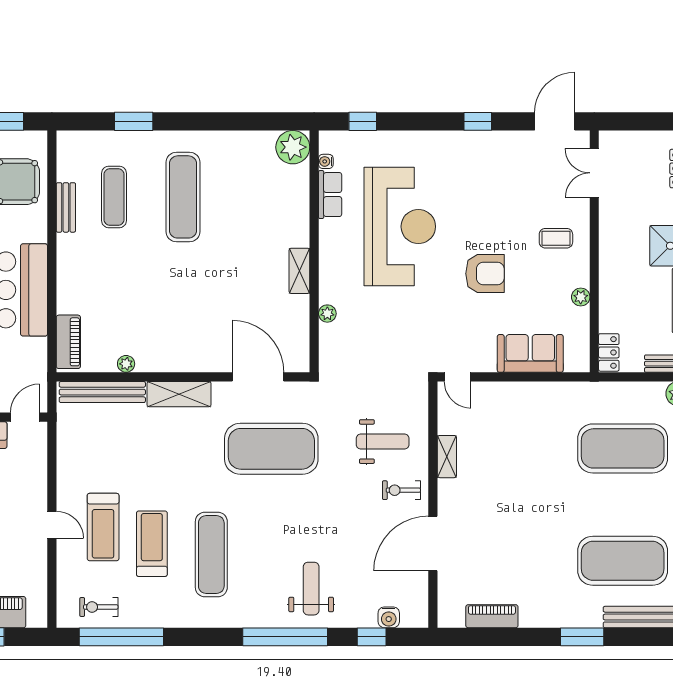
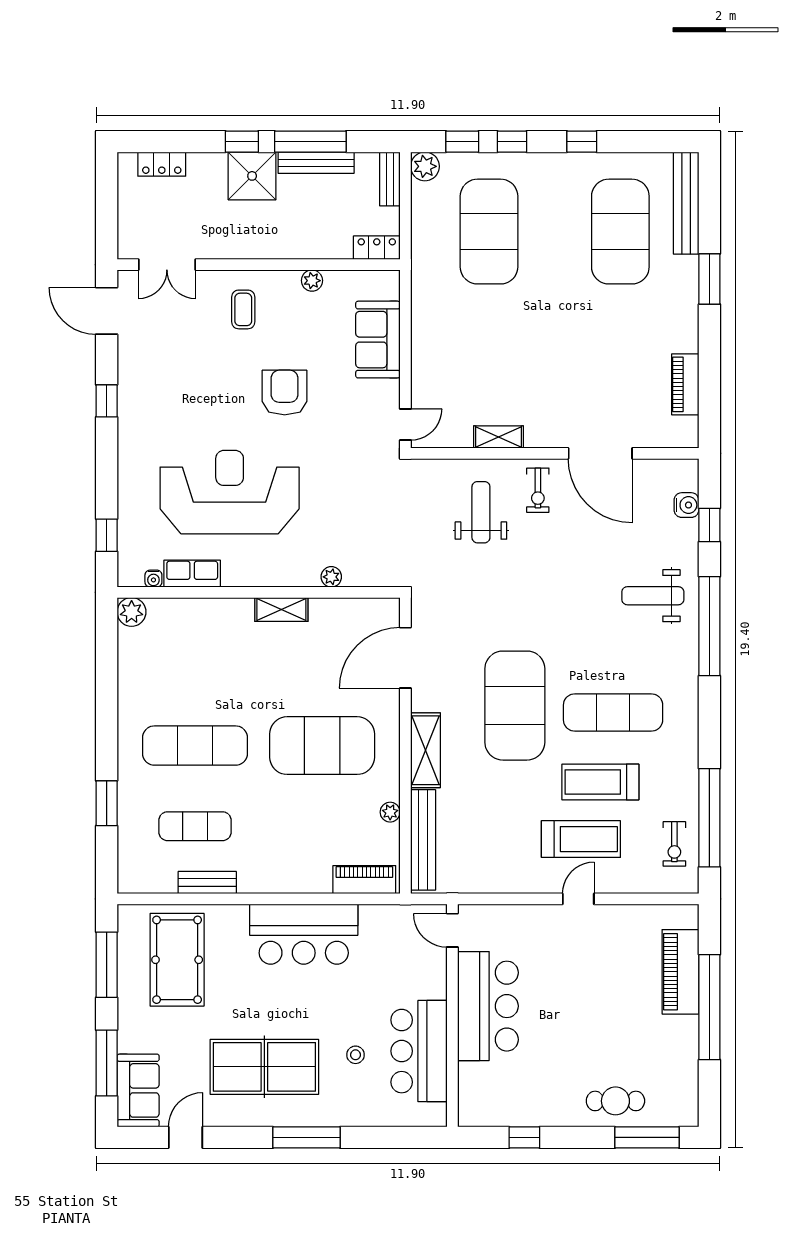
plant: (293, 147) -> (132, 612), width x0.73, depth x0.73
exercise mat: (183, 306) -> (322, 746), added
exercise mat: (271, 449) -> (515, 706), moved

